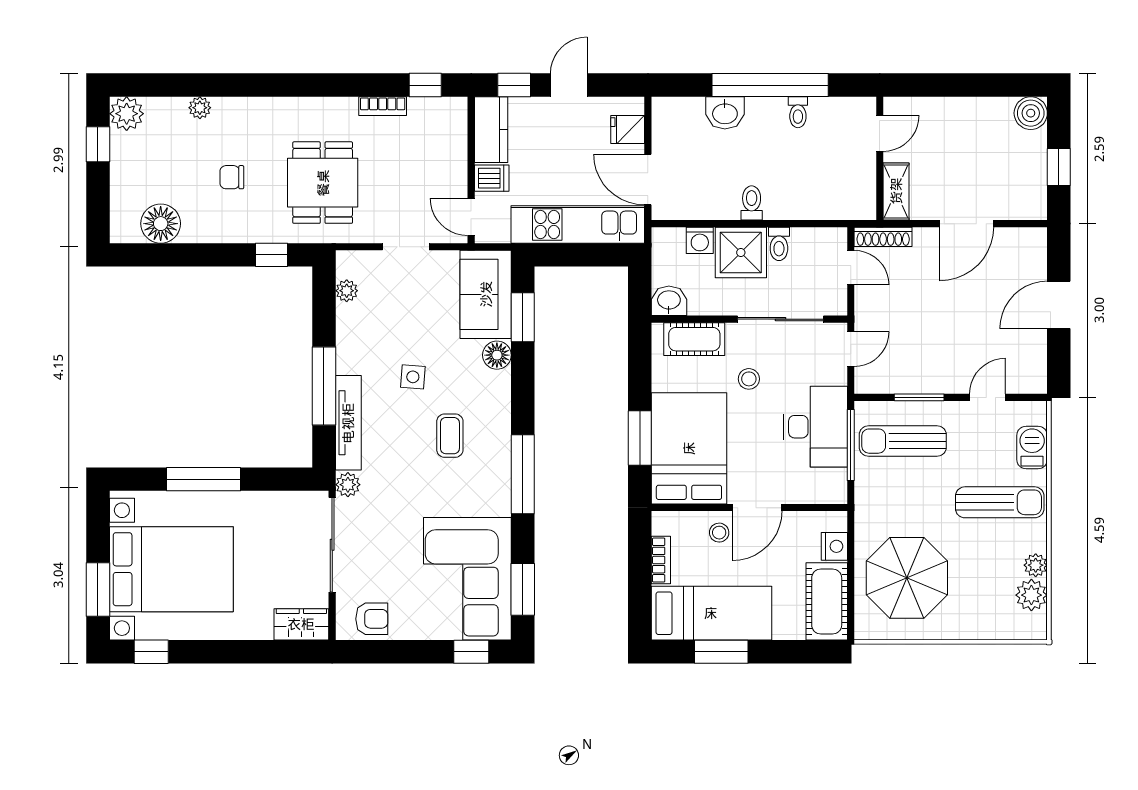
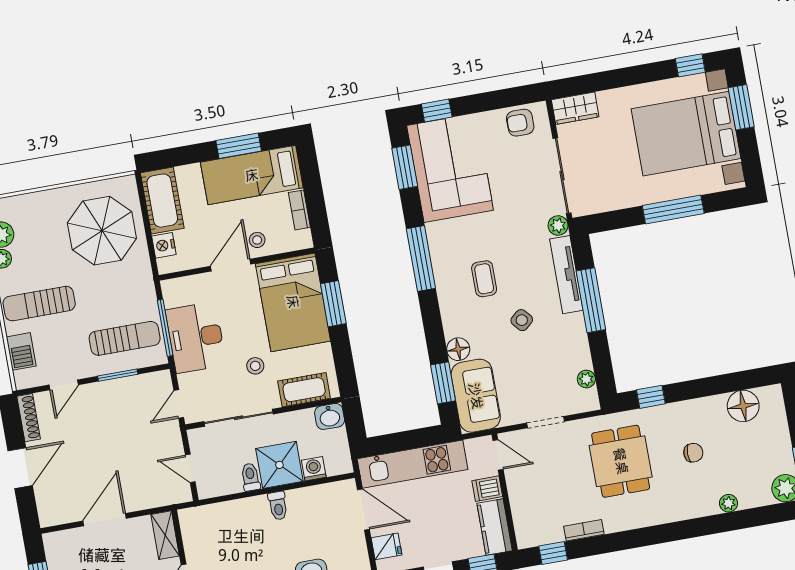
shoe rack: (883, 237) -> (29, 418), moved, turned 90
side table: (413, 377) -> (522, 320), turned 45

